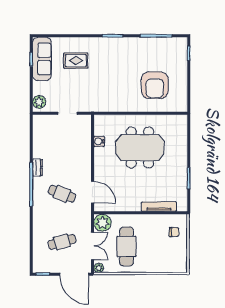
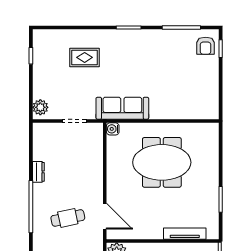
sofa: (42, 59) -> (122, 108), moved, turned -90
armchair: (155, 85) -> (206, 46), moved, width x0.53, depth x0.53
water cooler: (99, 141) -> (113, 129), moved
dresser: (38, 167) -> (38, 172), moved
cafe table: (62, 194) -> (68, 218), turned -33

